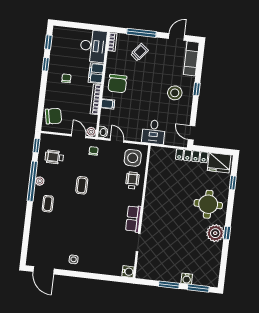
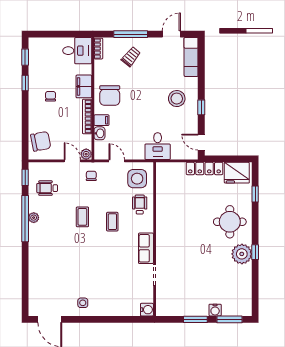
desk: (93, 46) -> (77, 51), width x0.73
window: (197, 89) -> (201, 107), moved
washbasin: (103, 132) -> (99, 133), moved
coffee table: (48, 204) -> (112, 222), moved

